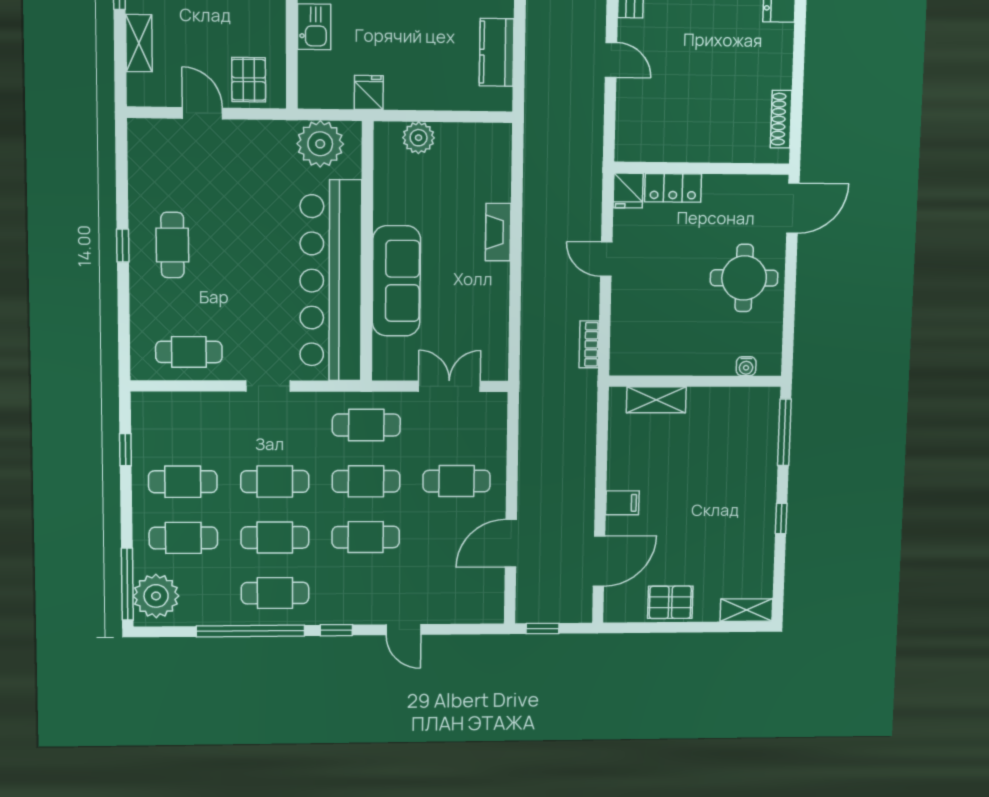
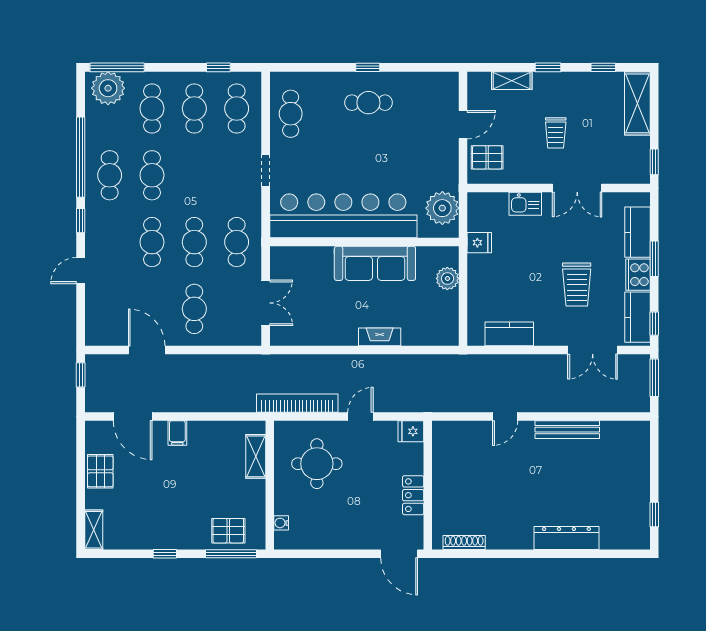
locker: (673, 188) -> (413, 495), moved
round table: (744, 278) -> (317, 464), moved
sofa: (396, 281) -> (375, 263), moved
bookcase: (589, 344) -> (297, 403), width x2.31, depth x1.31
pallet: (754, 436) -> (228, 531), added
cafe table: (275, 482) -> (237, 108), moved

